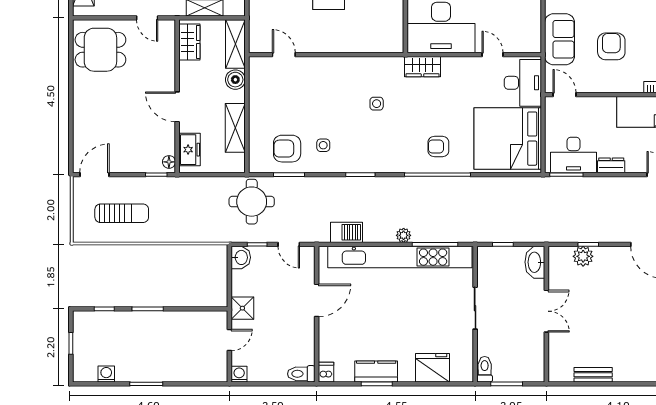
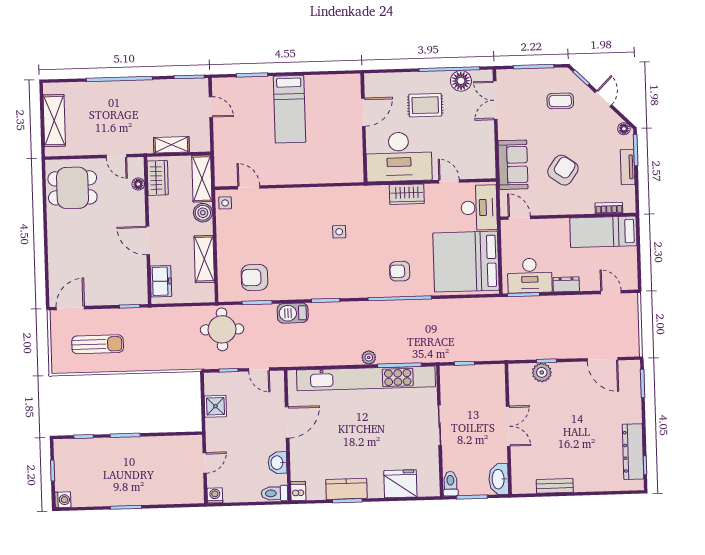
armchair: (611, 46) -> (563, 170), turned 35
wardrobe: (422, 67) -> (407, 194), moved
side table: (323, 145) -> (225, 203), moved
floor lamp: (169, 162) -> (138, 184), moved
barbecue: (346, 232) -> (293, 313), moved, turned 180
washbasin: (241, 257) -> (277, 463), moved, turned 180
washbasin: (535, 262) -> (499, 479), moved
shower: (242, 308) -> (215, 406), moved
washing machine: (106, 374) -> (63, 500), moved, turned 90

